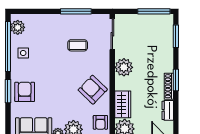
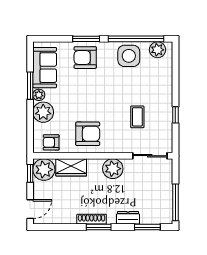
window: (76, 11) -> (175, 115), width x0.46
side table: (23, 53) -> (129, 56), width x1.87, depth x1.87
armchair: (93, 90) -> (88, 134), turned 46
armchair: (25, 92) -> (85, 58), turned 180
dresser: (168, 110) -> (128, 218), moved

